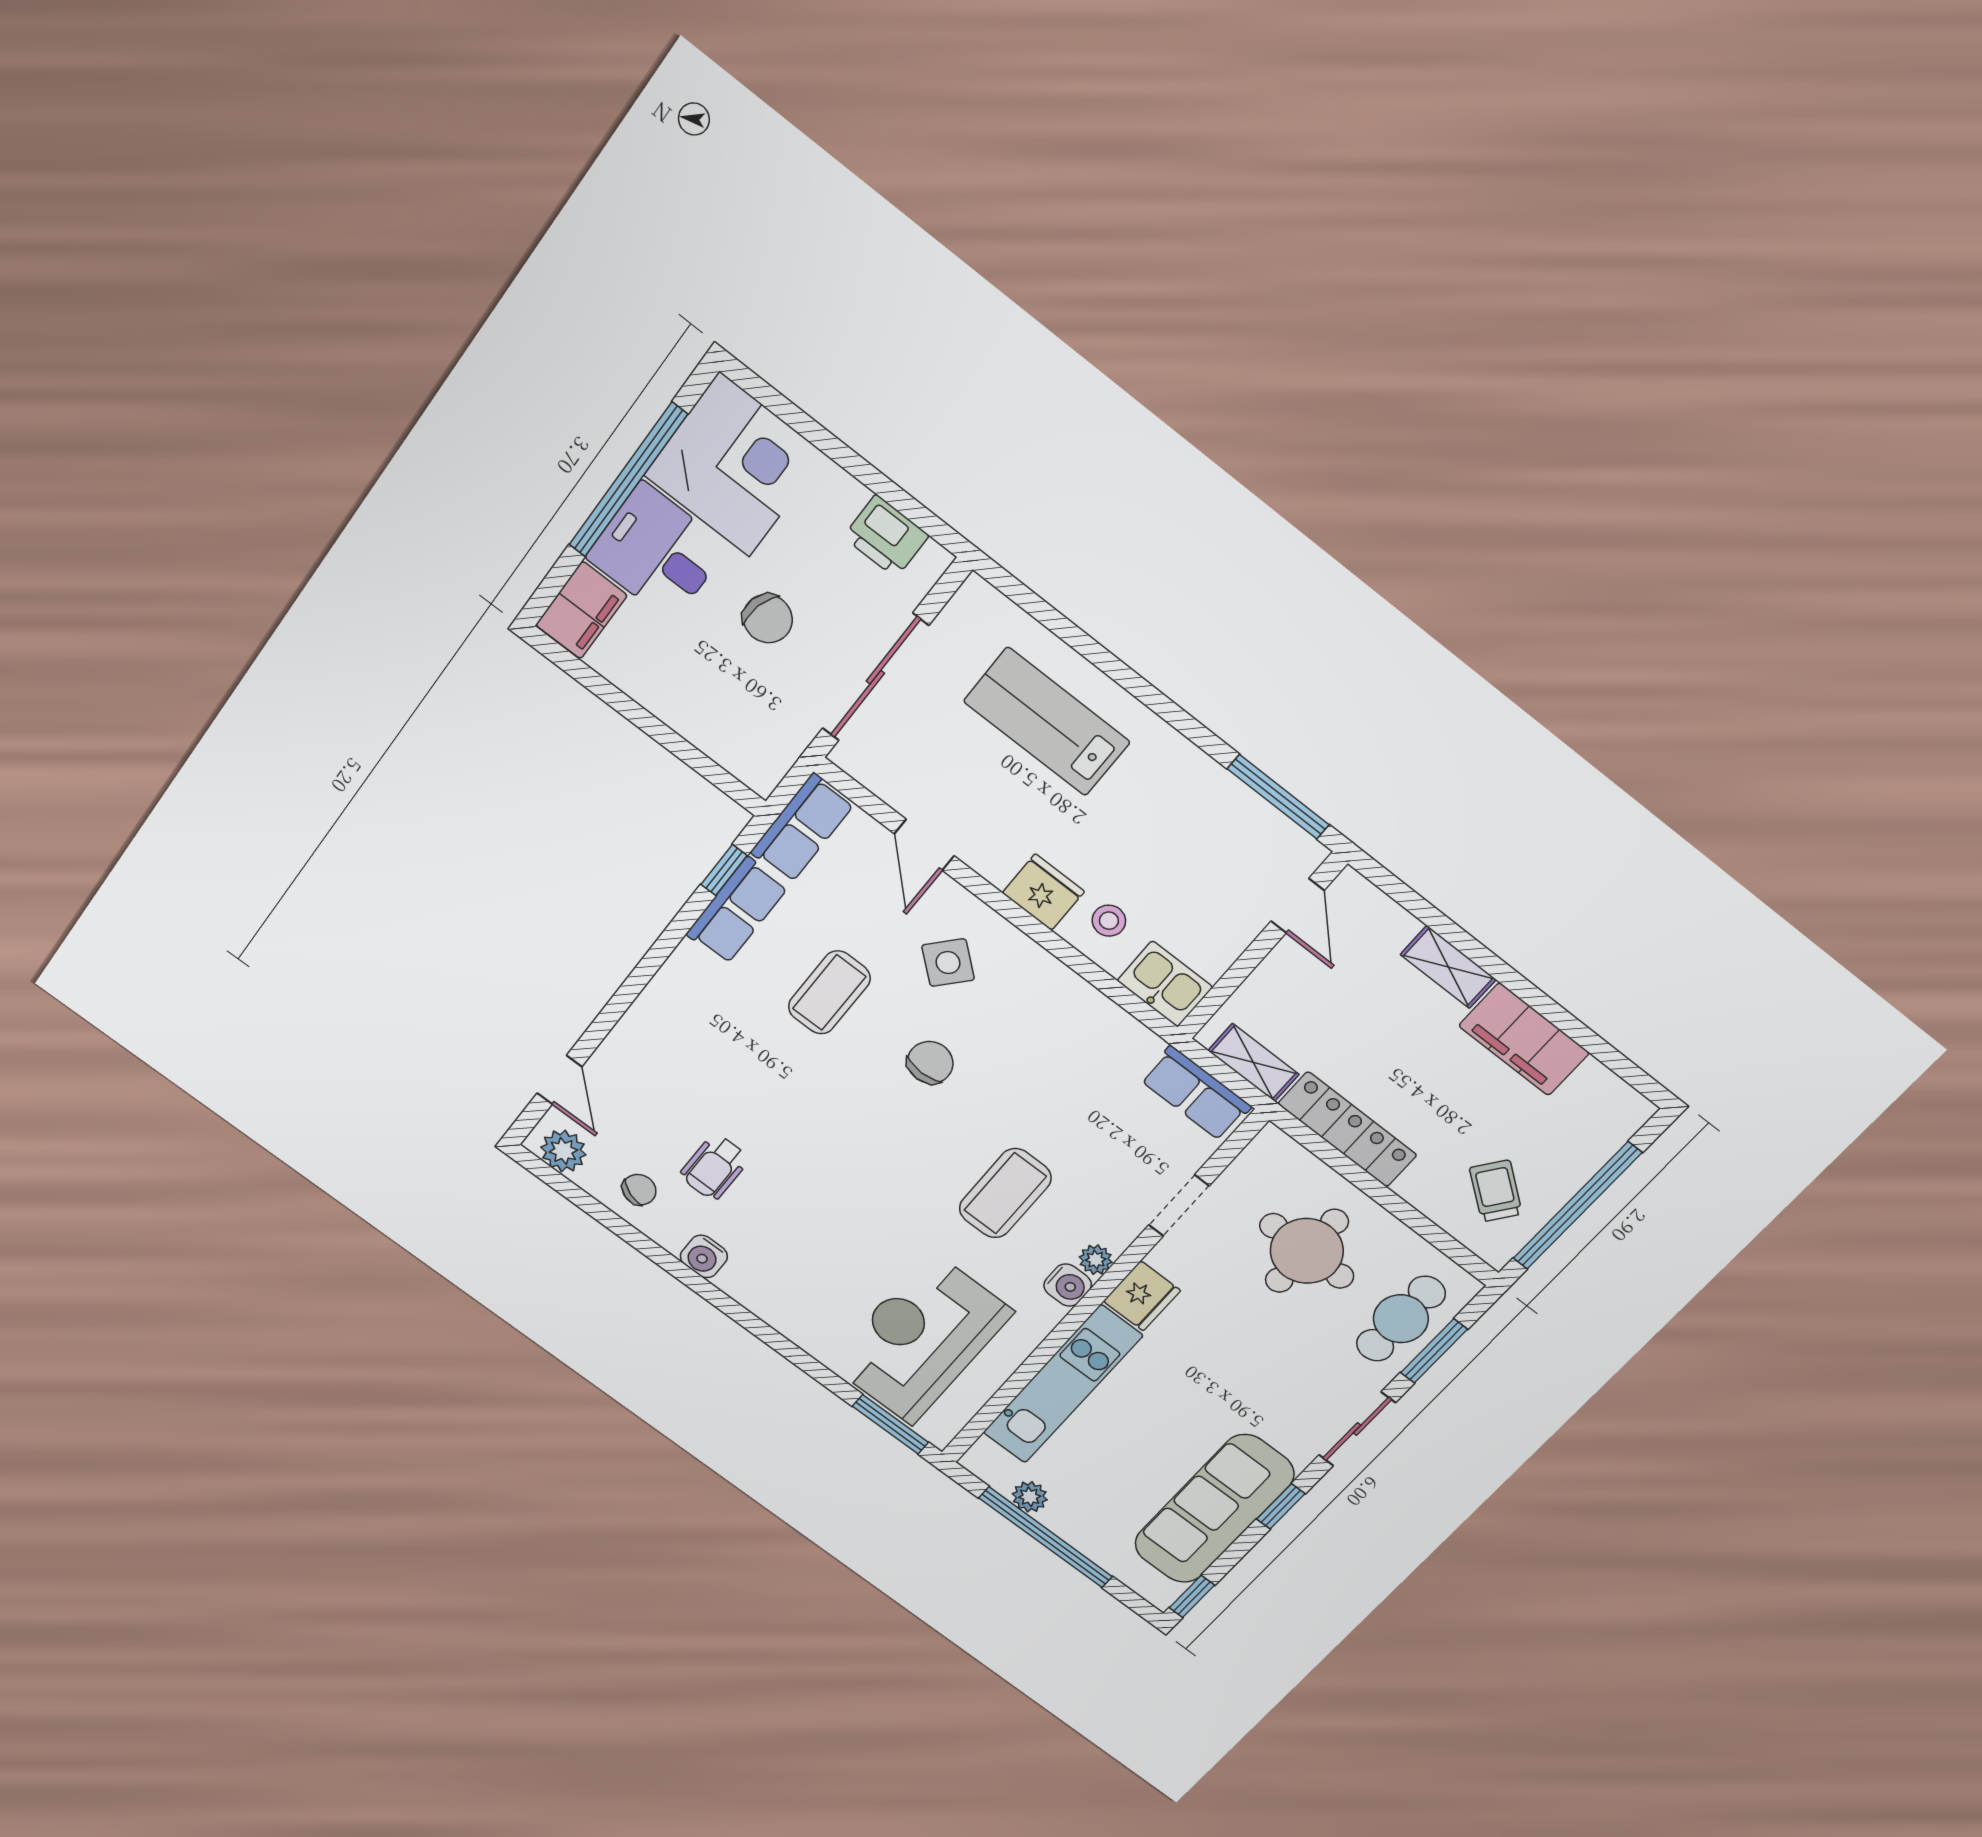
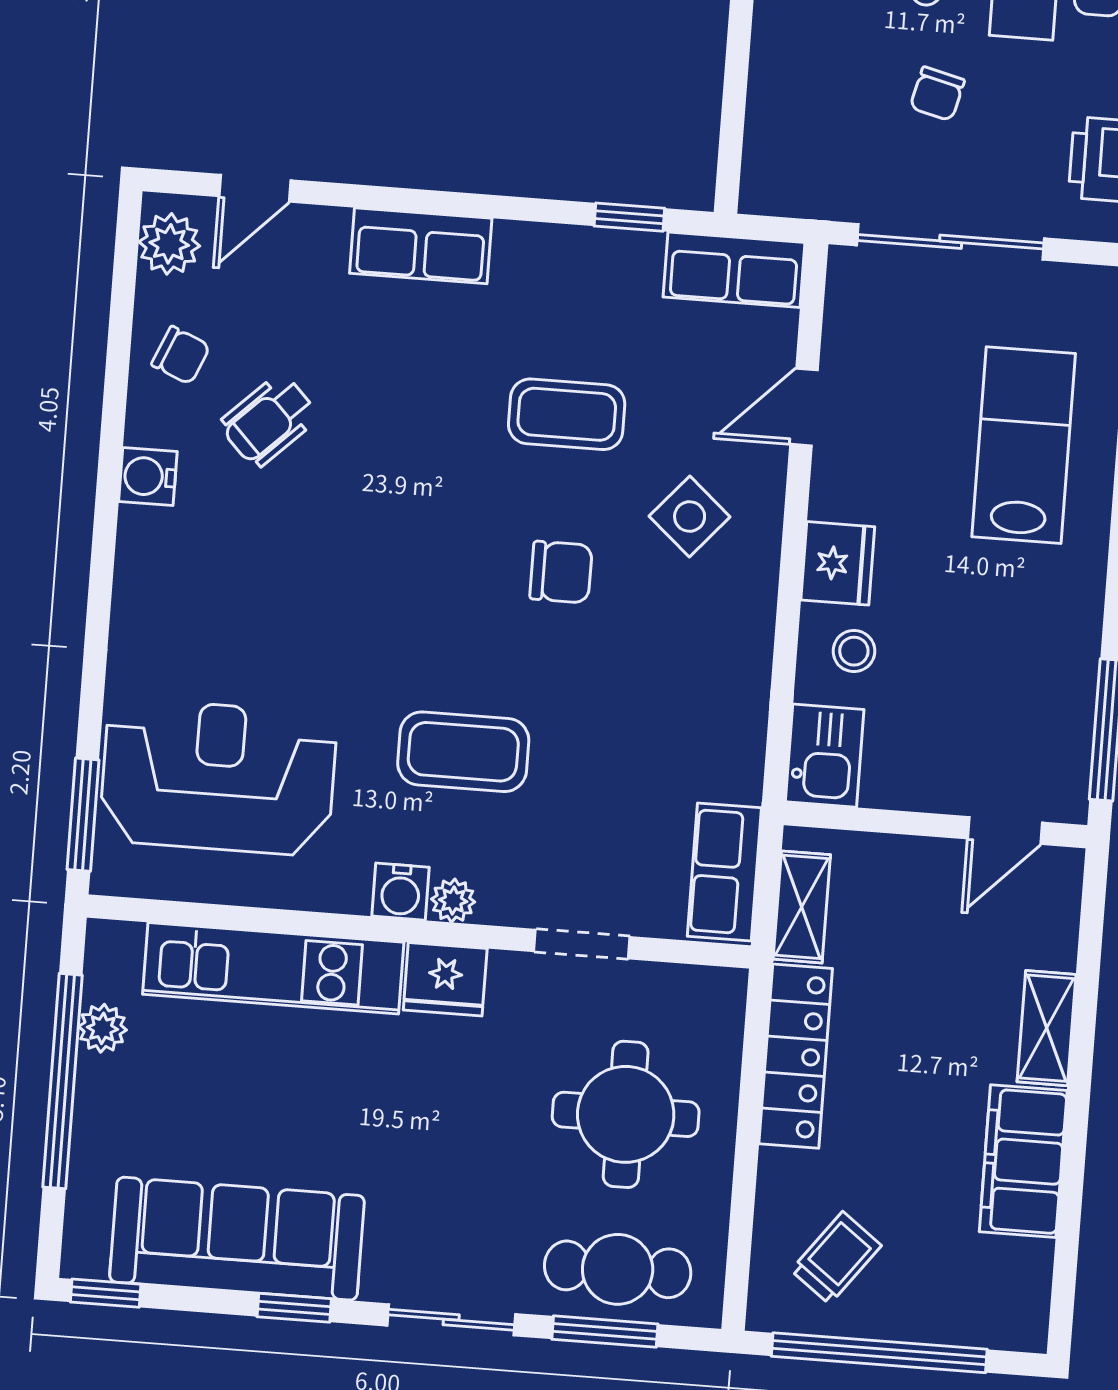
chair: (768, 619) -> (937, 94), width x0.73, depth x0.73
row of seats: (737, 911) -> (421, 246), moved
wheelchair: (715, 1167) -> (269, 420), turned -44

